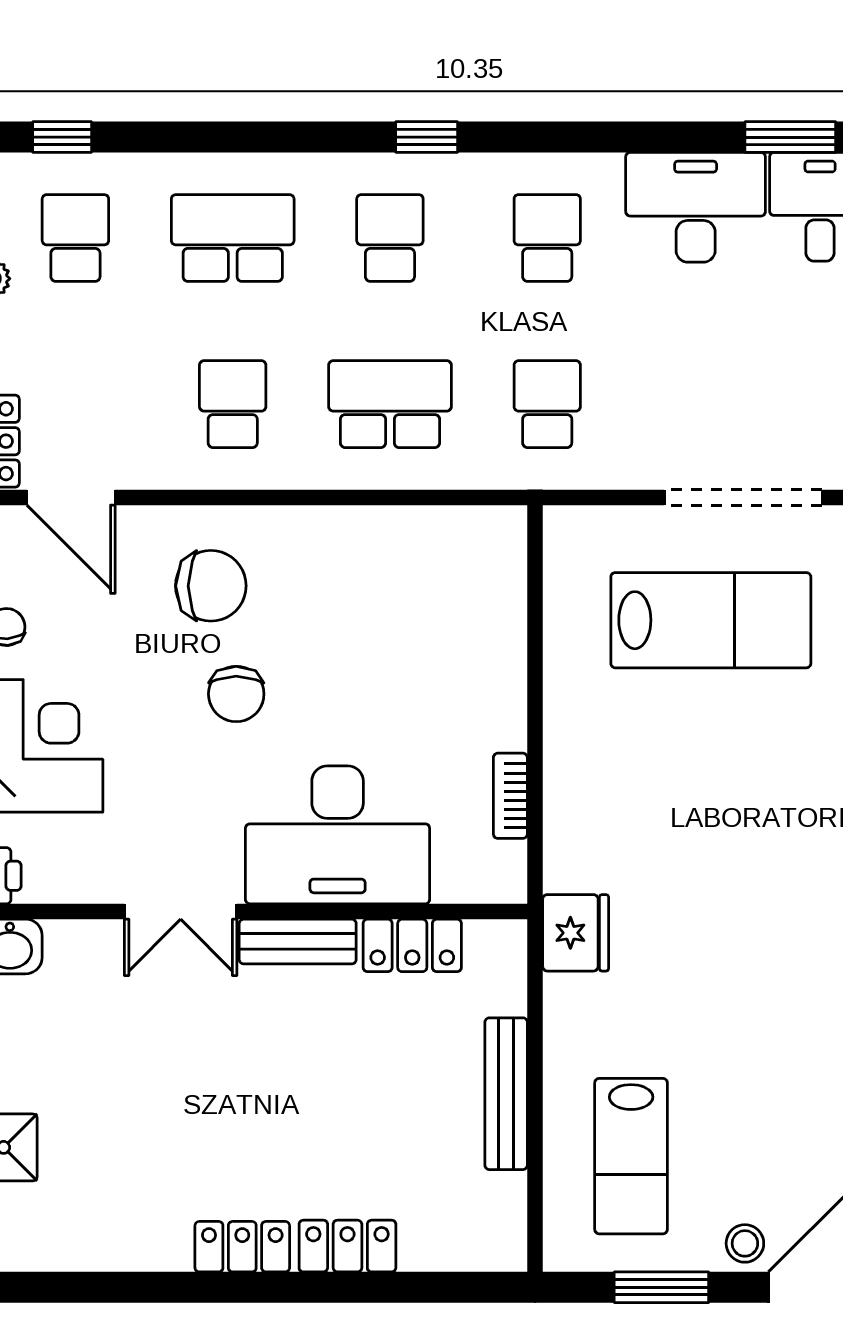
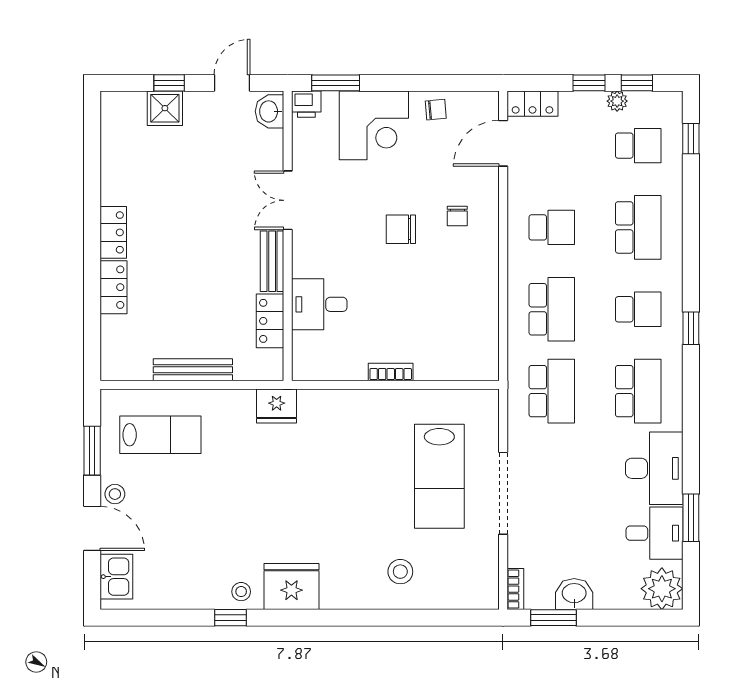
school desk: (547, 238) -> (638, 391), width x1.85
school desk: (547, 404) -> (552, 391), width x1.85
chair: (211, 586) -> (457, 216), width x0.54, depth x0.54
bookcase: (510, 796) -> (391, 372), moved
desk: (338, 835) -> (319, 304), width x0.53, depth x0.77
lab bench: (631, 1156) -> (160, 435), turned 180

